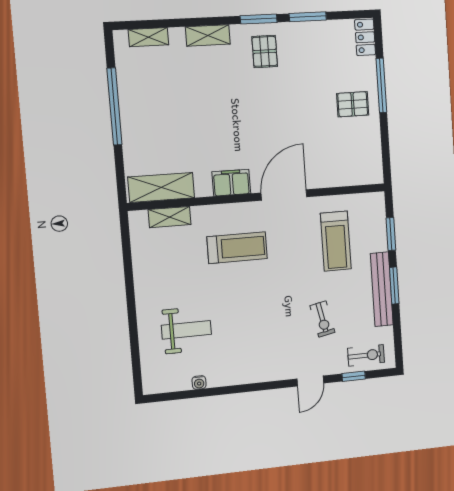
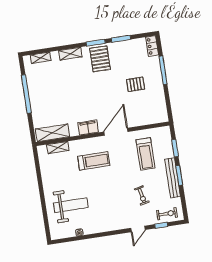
pallet: (265, 51) -> (100, 59), width x1.50, depth x1.42
pallet: (353, 104) -> (136, 84), moved
weight bench: (186, 330) -> (71, 205), width x1.36, depth x1.33

